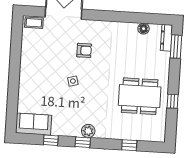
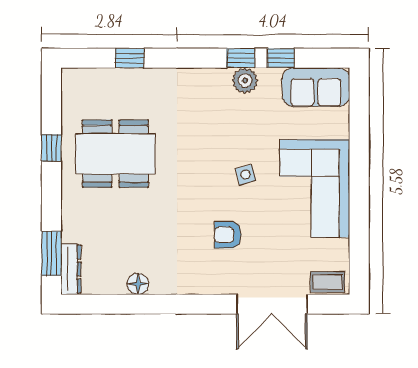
floor lamp: (144, 29) -> (138, 284), moved
corner sofa: (38, 72) -> (315, 188), added
plant: (88, 131) -> (245, 81), moved
window: (83, 142) -> (241, 58), moved

